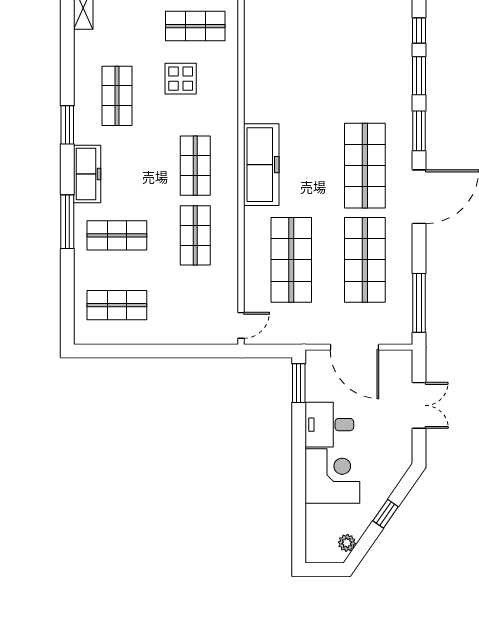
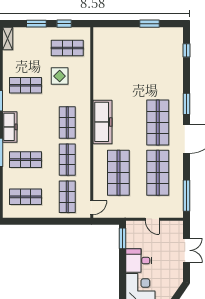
window: (419, 76) -> (187, 75), removed
shop shelf: (117, 96) -> (26, 85), turned 90
shop shelf: (195, 305) -> (67, 197), added
door: (354, 347) -> (152, 219), width x0.53

